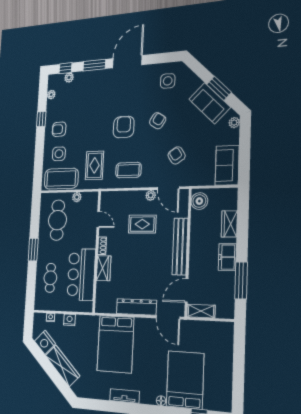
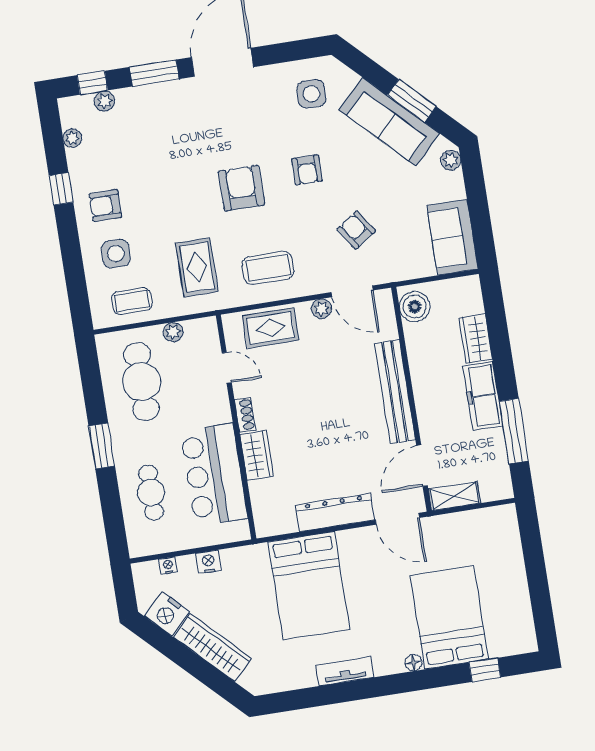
sofa: (210, 103) -> (389, 122), width x1.36
armchair: (158, 121) -> (307, 170), turned 147
coffee table: (61, 179) -> (132, 301), width x0.54, depth x0.58
rug: (142, 224) -> (270, 328), moved
freezer: (227, 257) -> (483, 396), width x1.40

